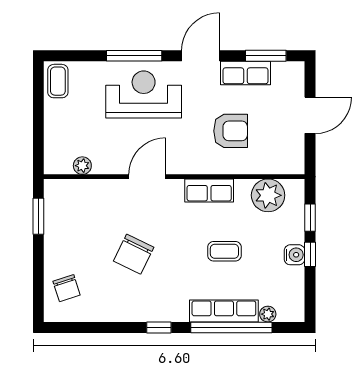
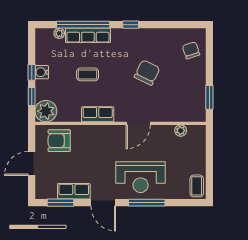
door: (201, 56) -> (103, 203), hinge flipped
armchair: (231, 131) -> (59, 141), moved
plant: (268, 195) -> (46, 111), moved

